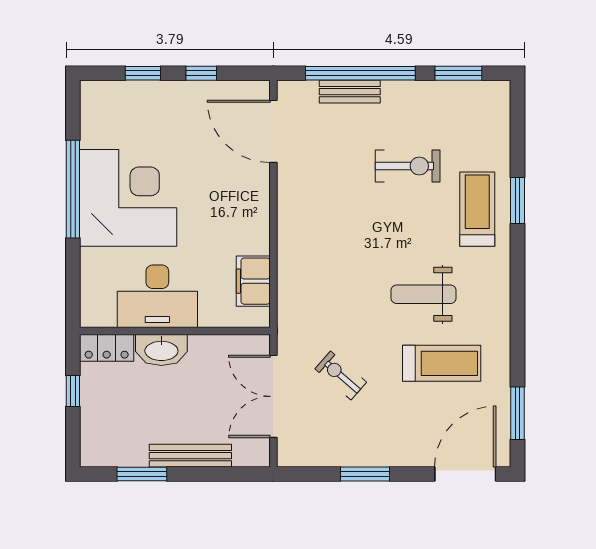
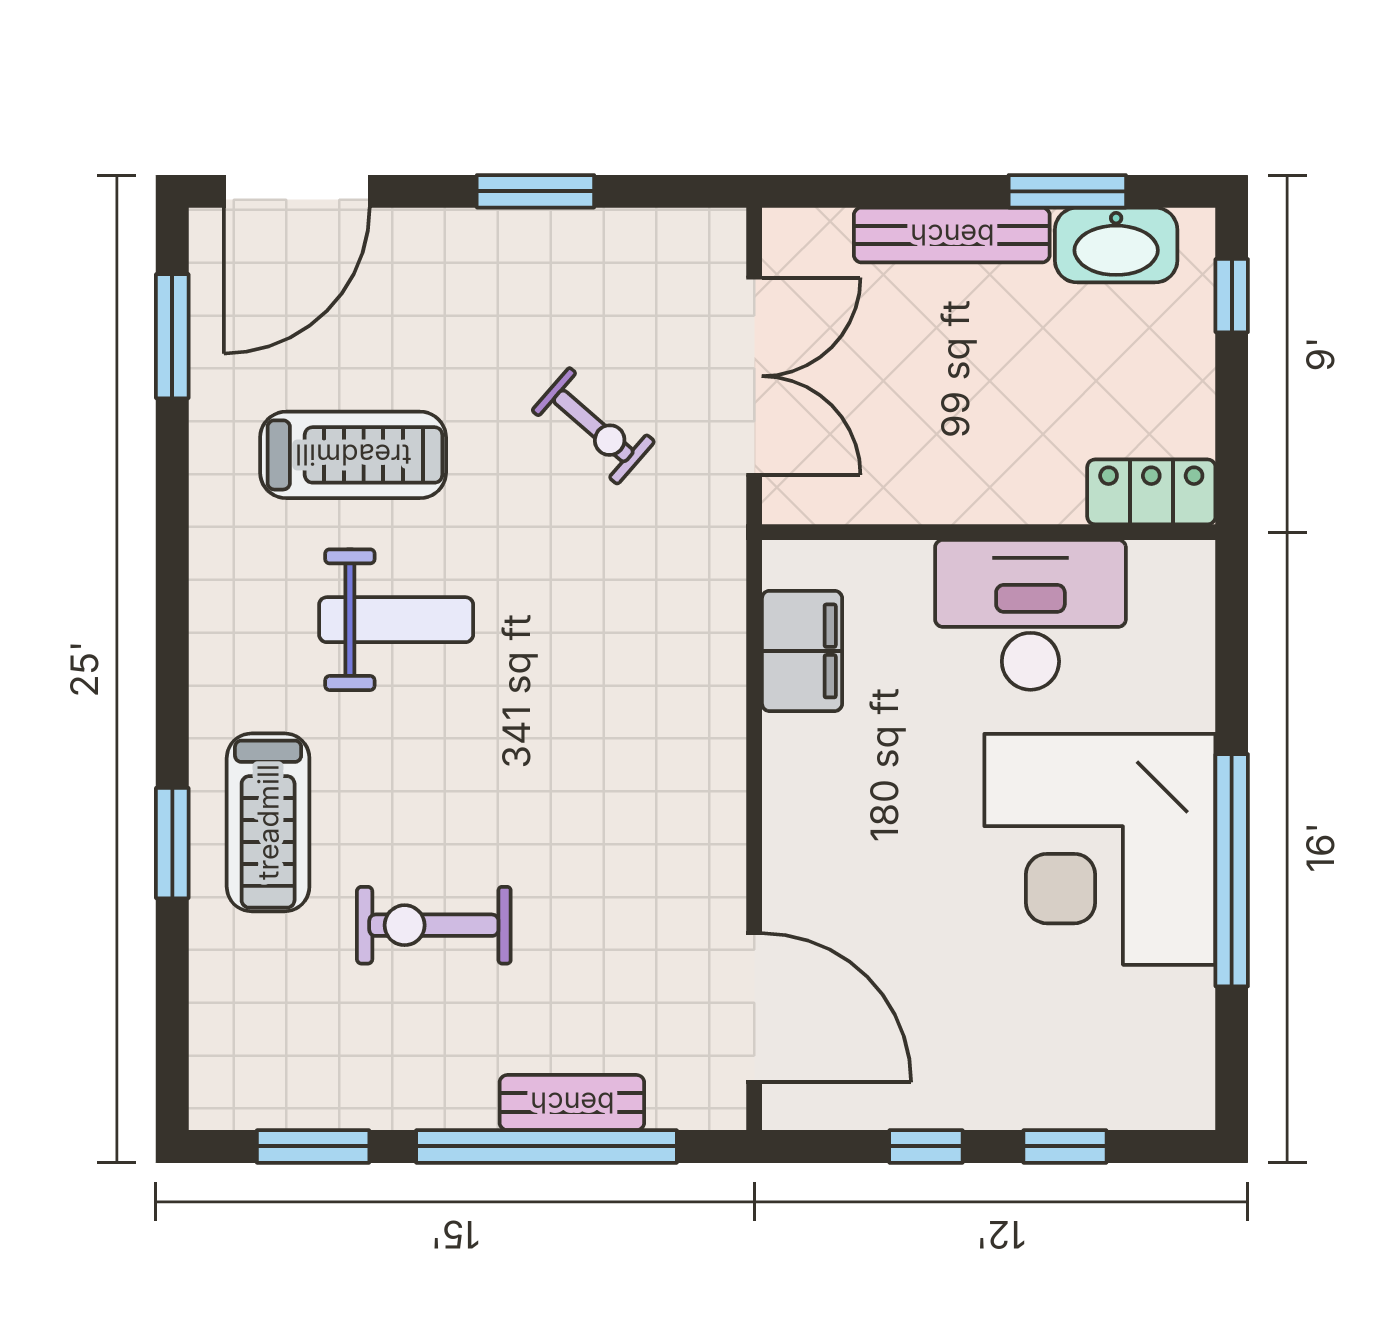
washbasin: (161, 350) -> (1116, 245), moved, turned 180
treadmill: (442, 363) -> (353, 455), turned 180
window: (73, 391) -> (1232, 296), moved

